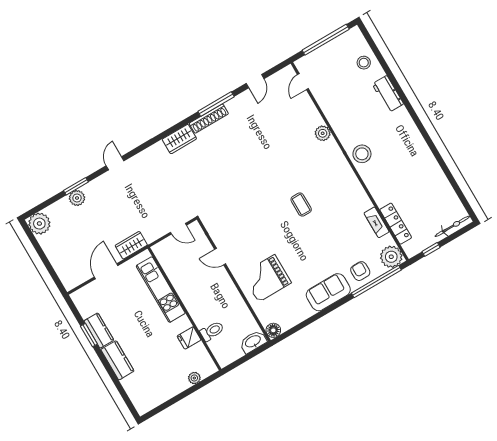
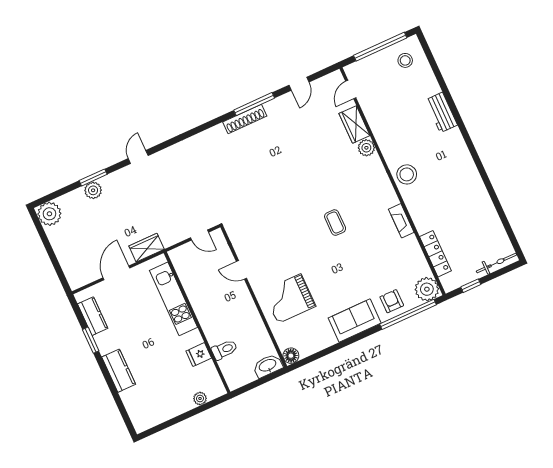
stool: (364, 63) -> (405, 60), moved
wardrobe: (179, 139) -> (354, 125), moved, turned 90
fireplace: (377, 222) -> (401, 221), moved
kitchen counter: (99, 330) -> (93, 316), moved

